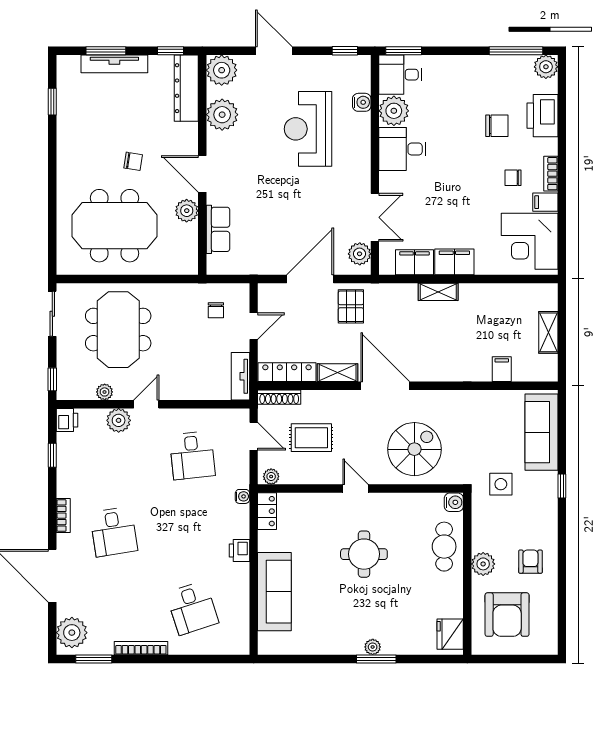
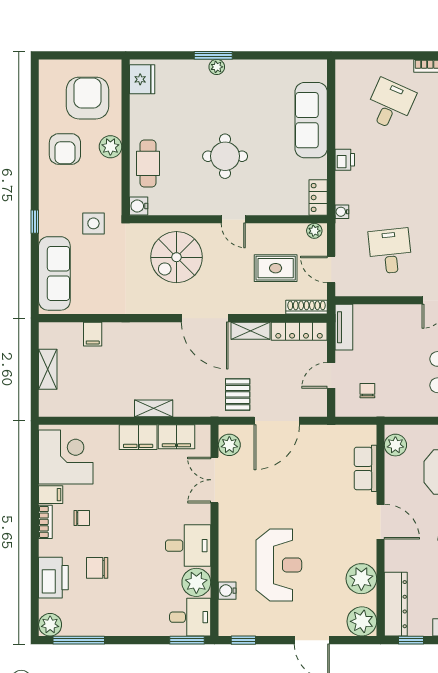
plant: (187, 211) -> (395, 445), moved
armchair: (530, 562) -> (65, 149), width x1.38, depth x1.38
desk: (192, 608) -> (390, 104), turned 42

